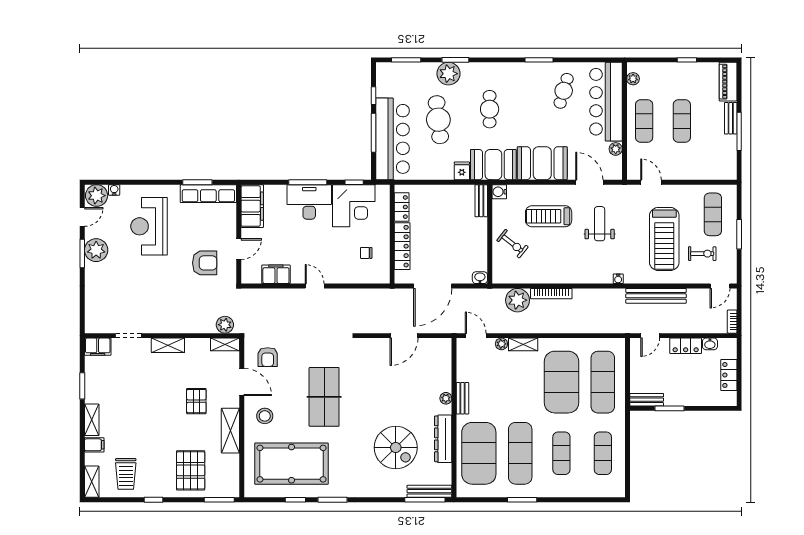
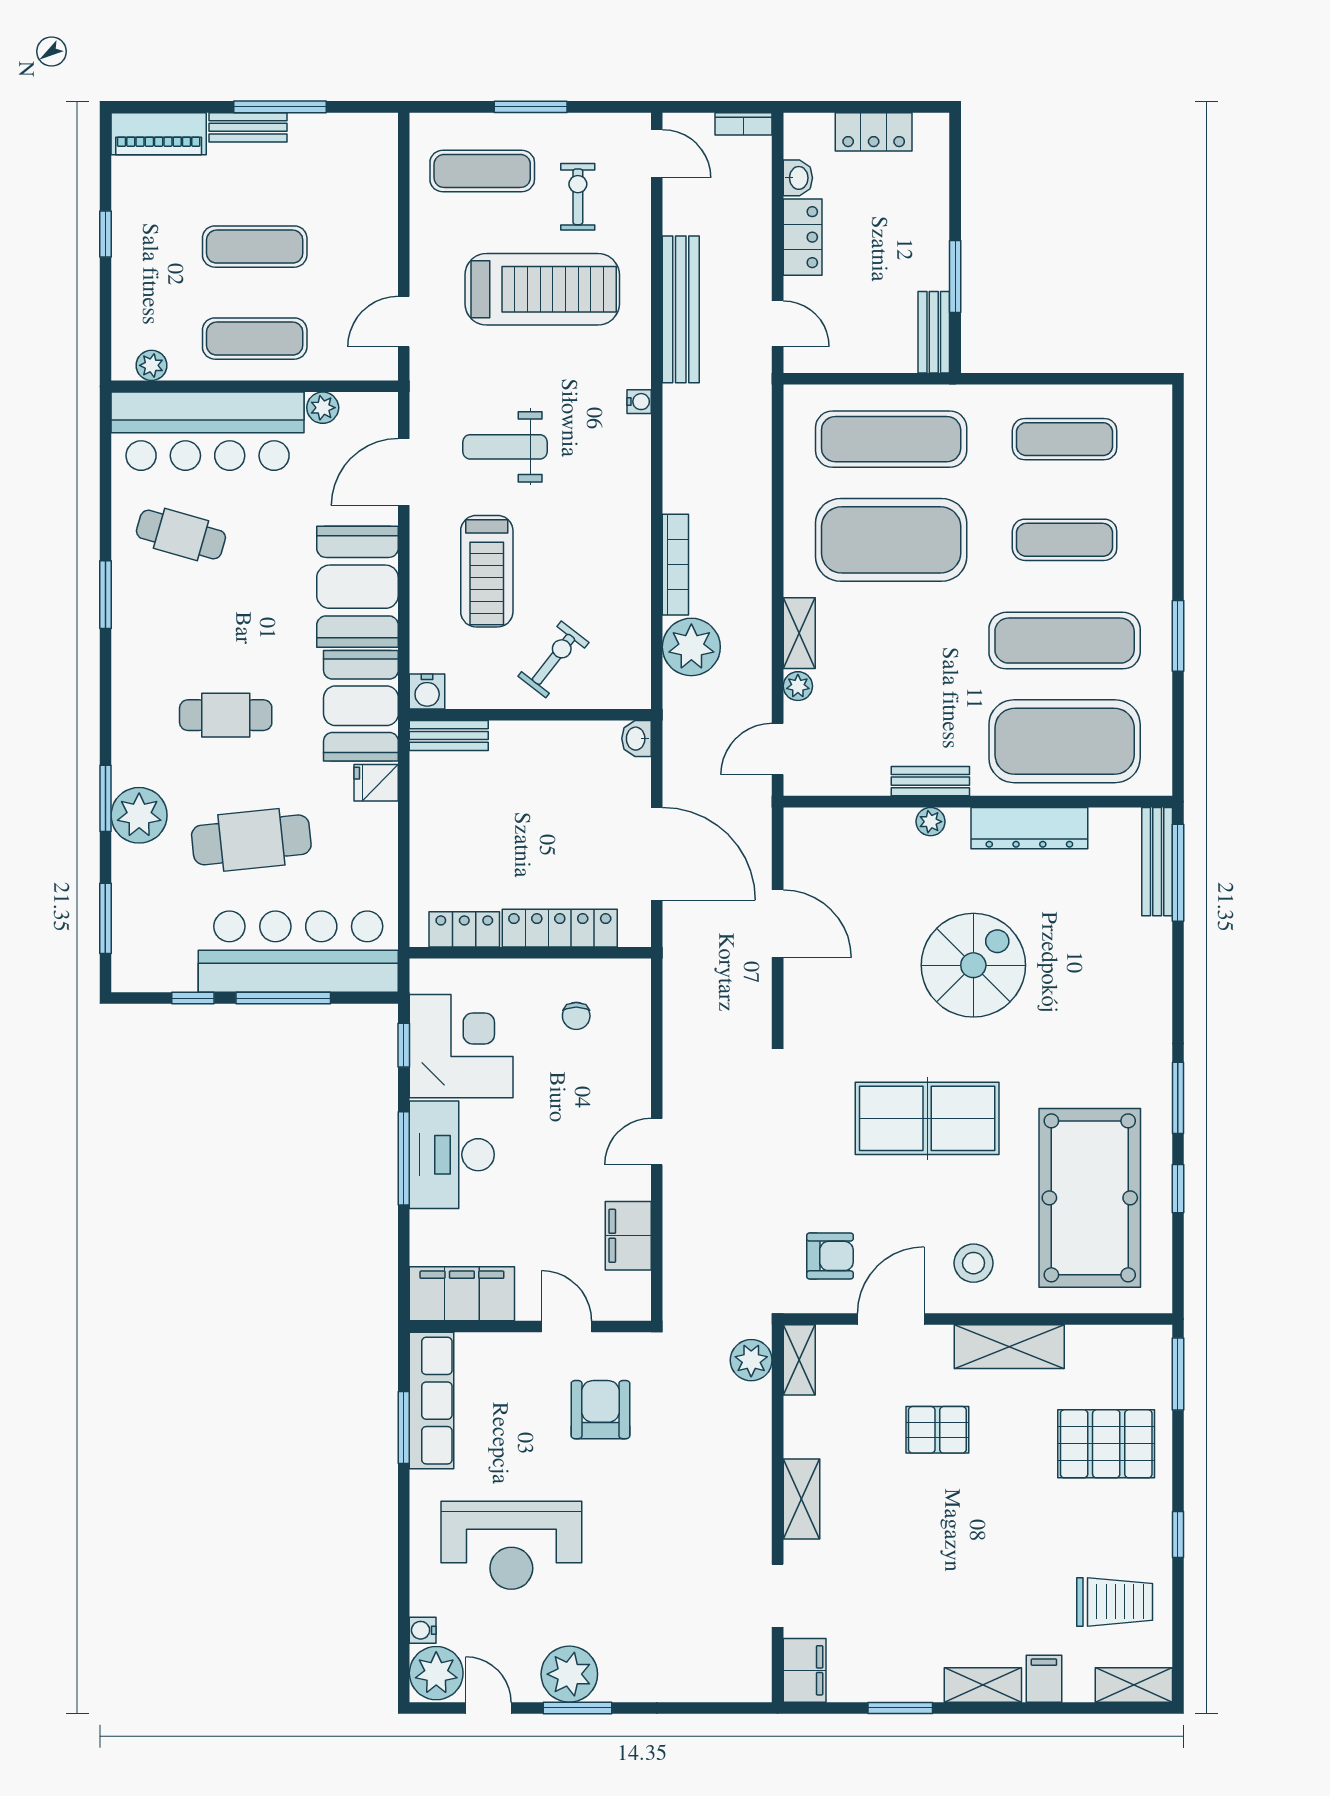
spiral stairs: (396, 448) -> (973, 965), moved

